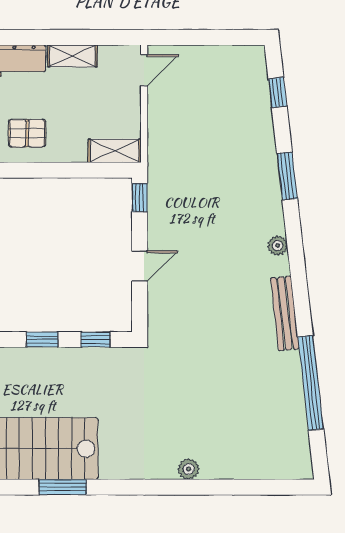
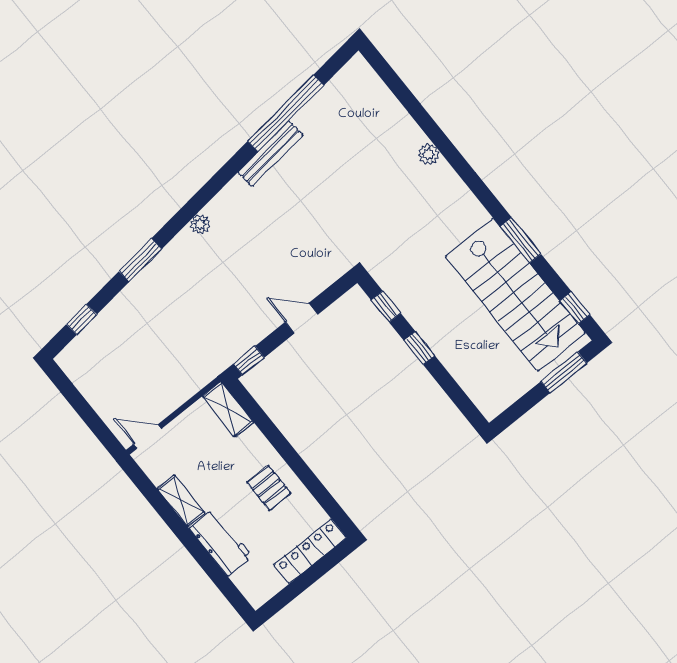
bench: (285, 313) -> (271, 154), moved

